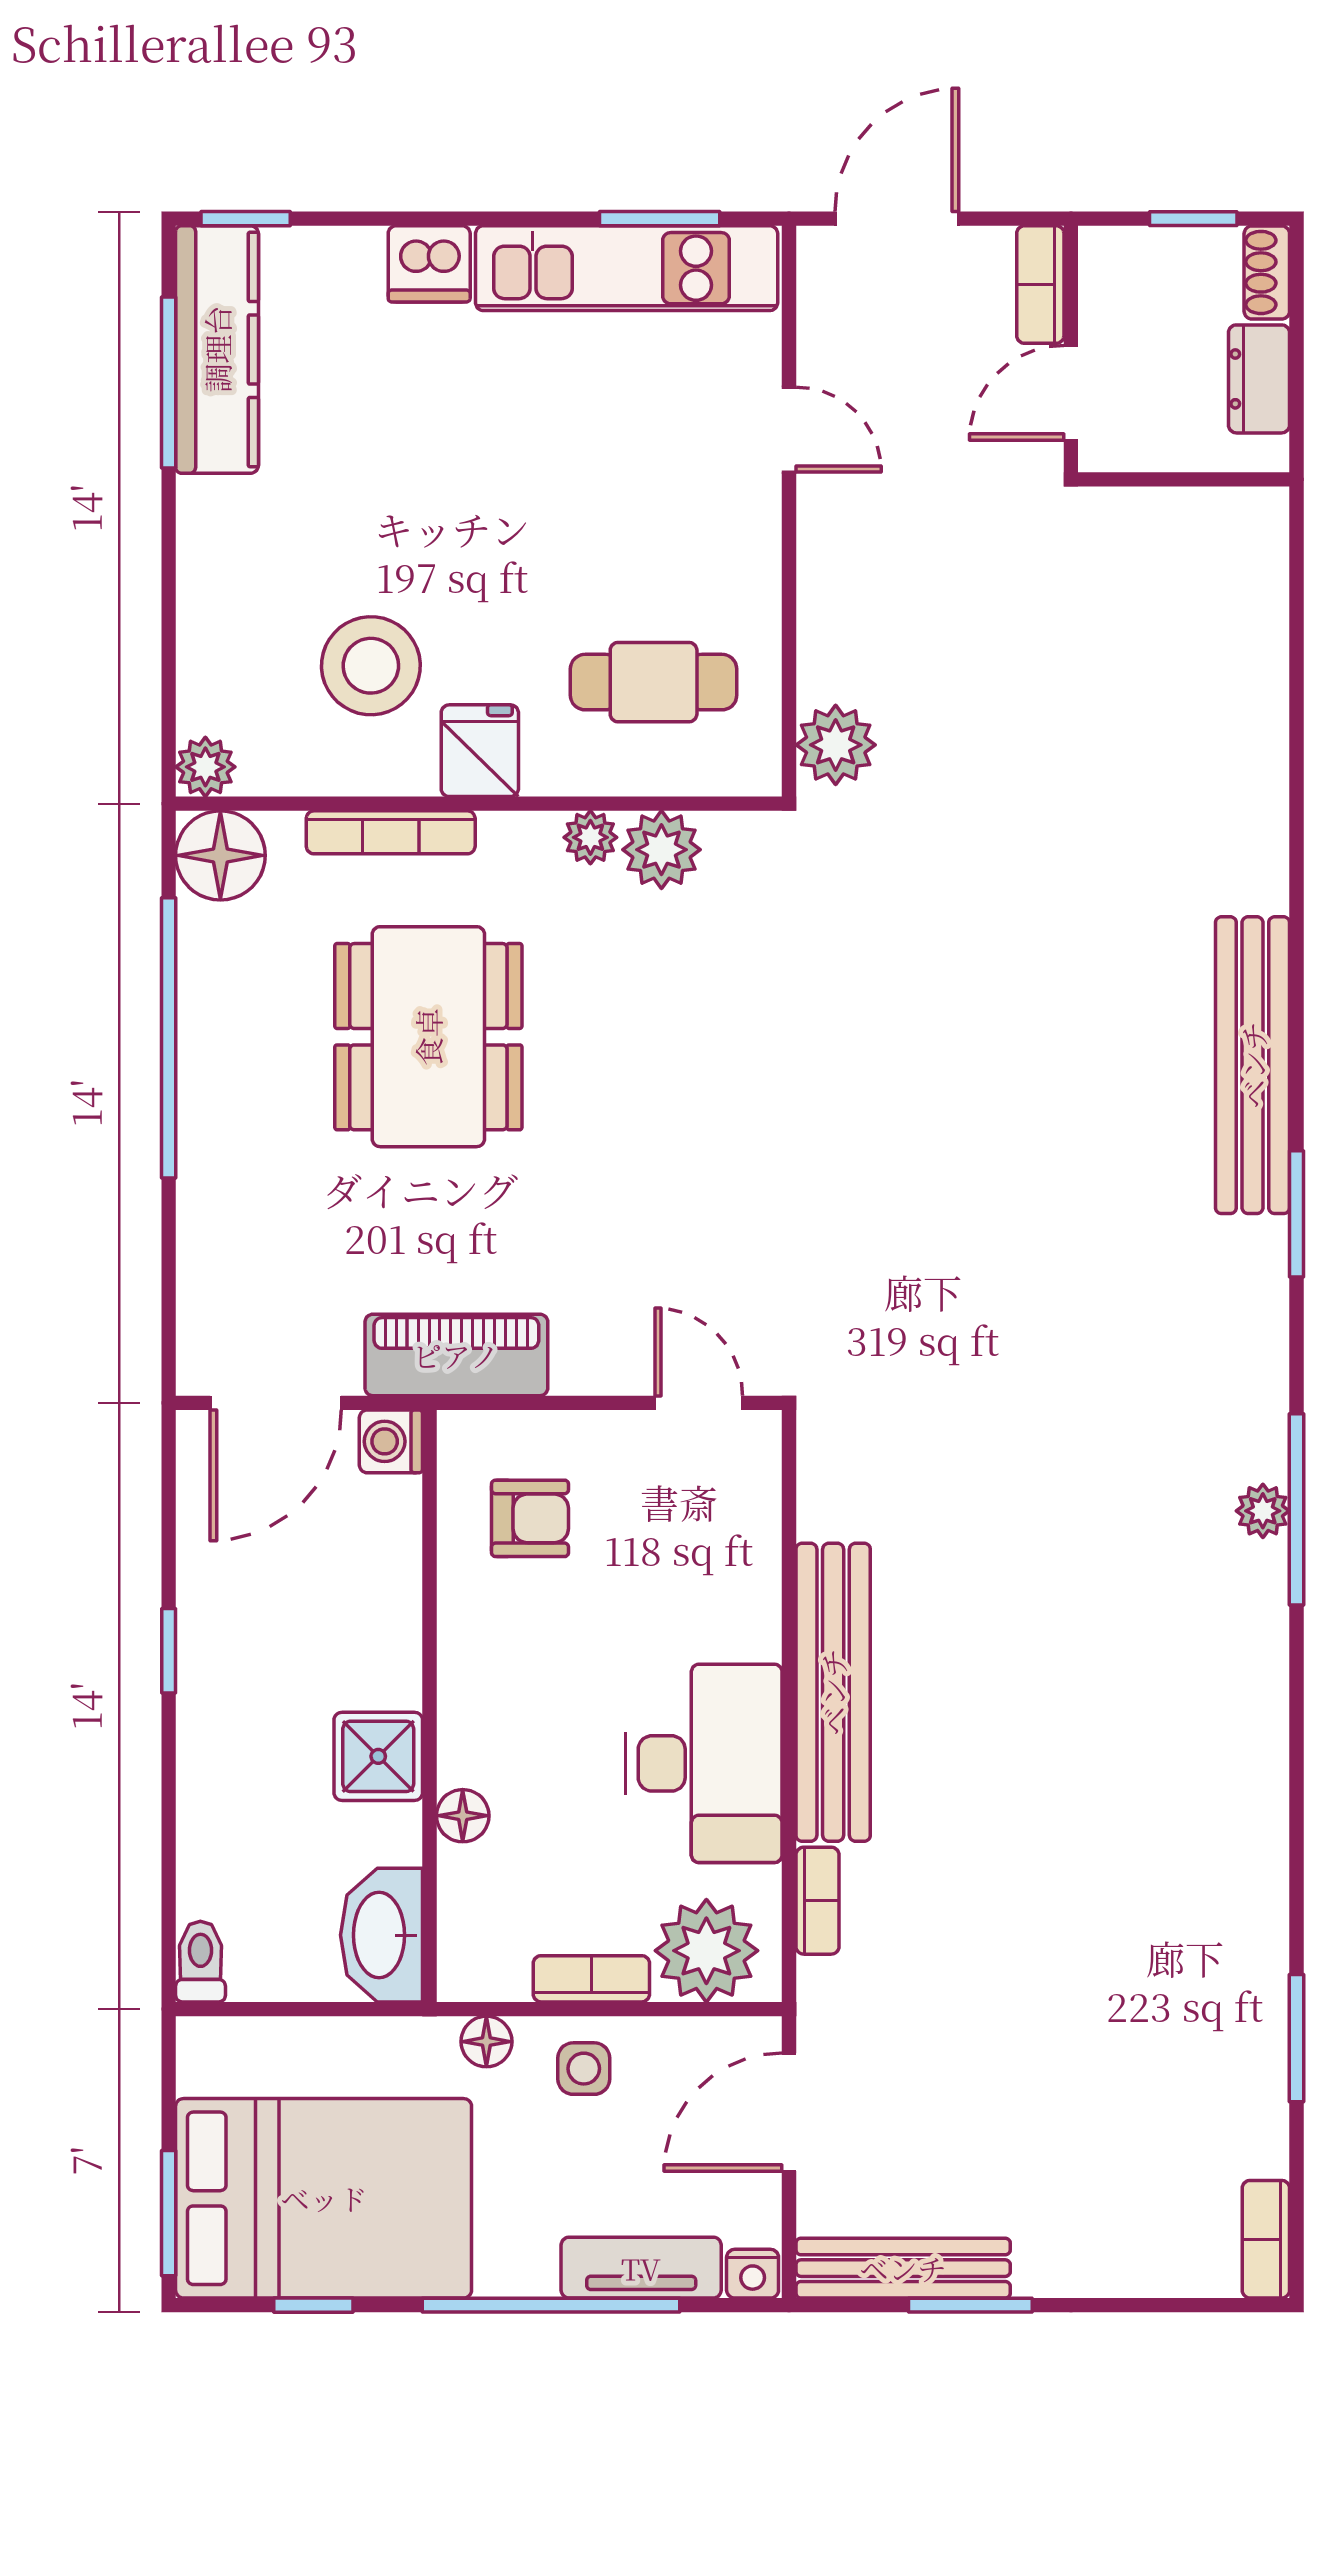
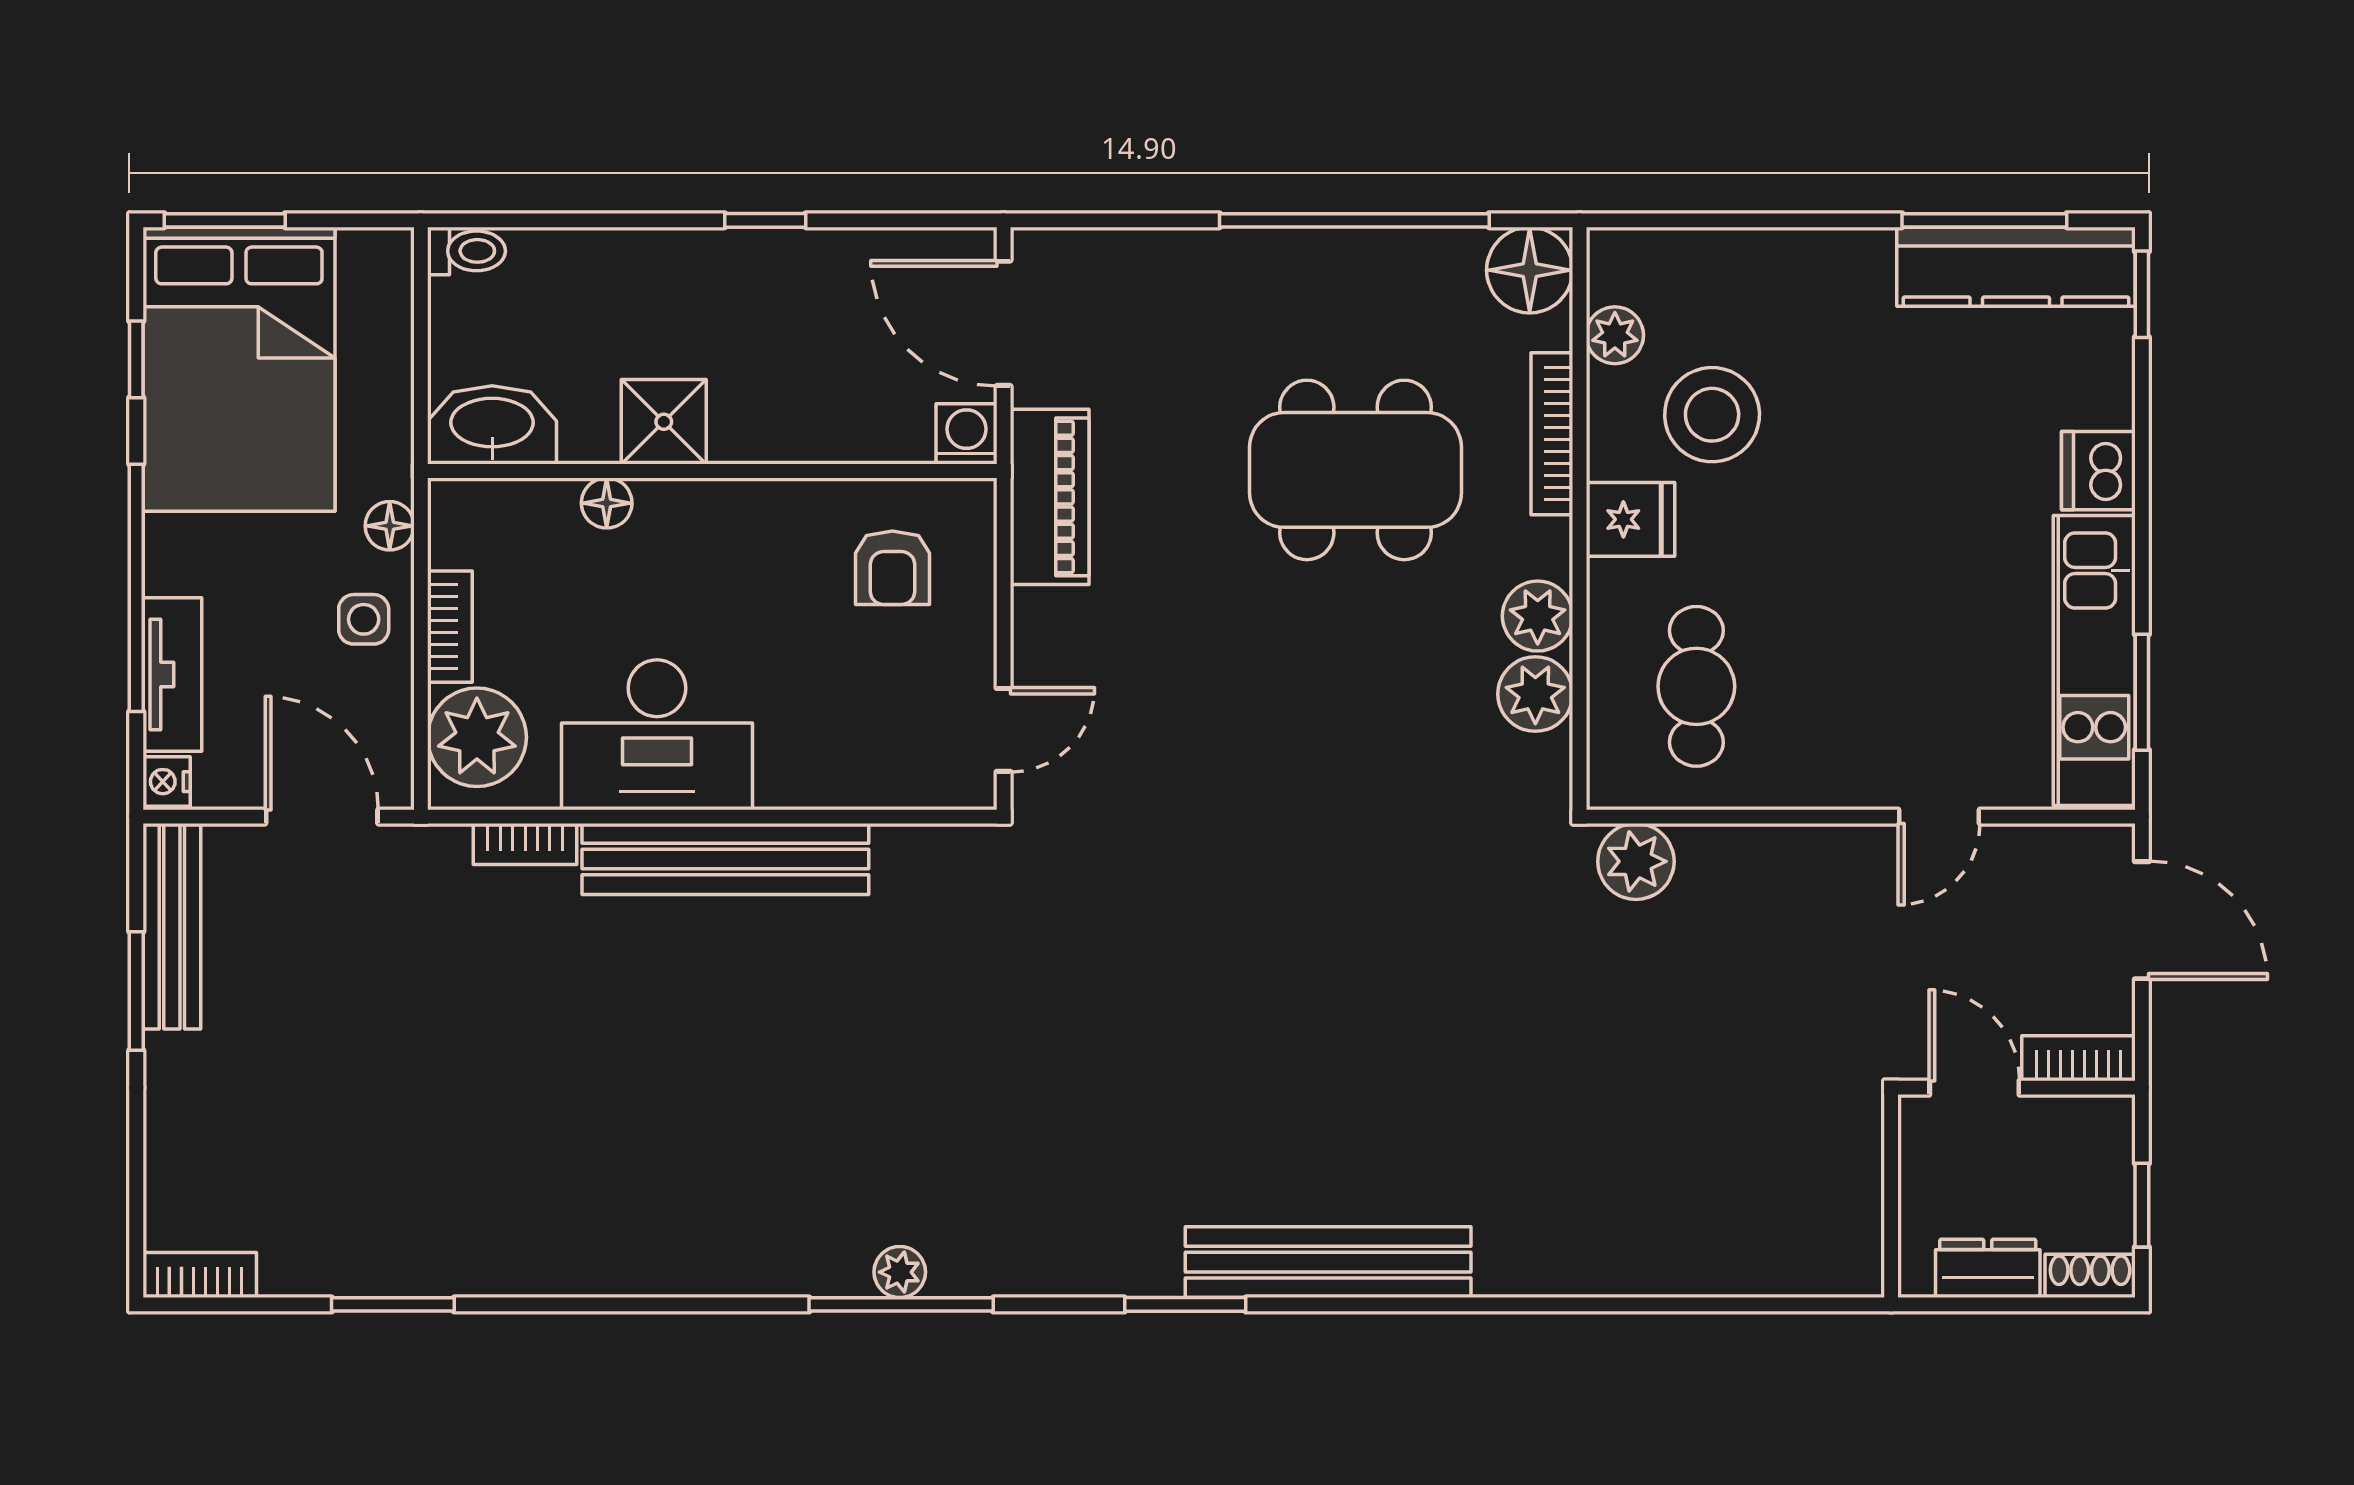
plant: (205, 767) -> (1615, 335), moved
plant: (590, 837) -> (1538, 616), width x1.38, depth x1.38

